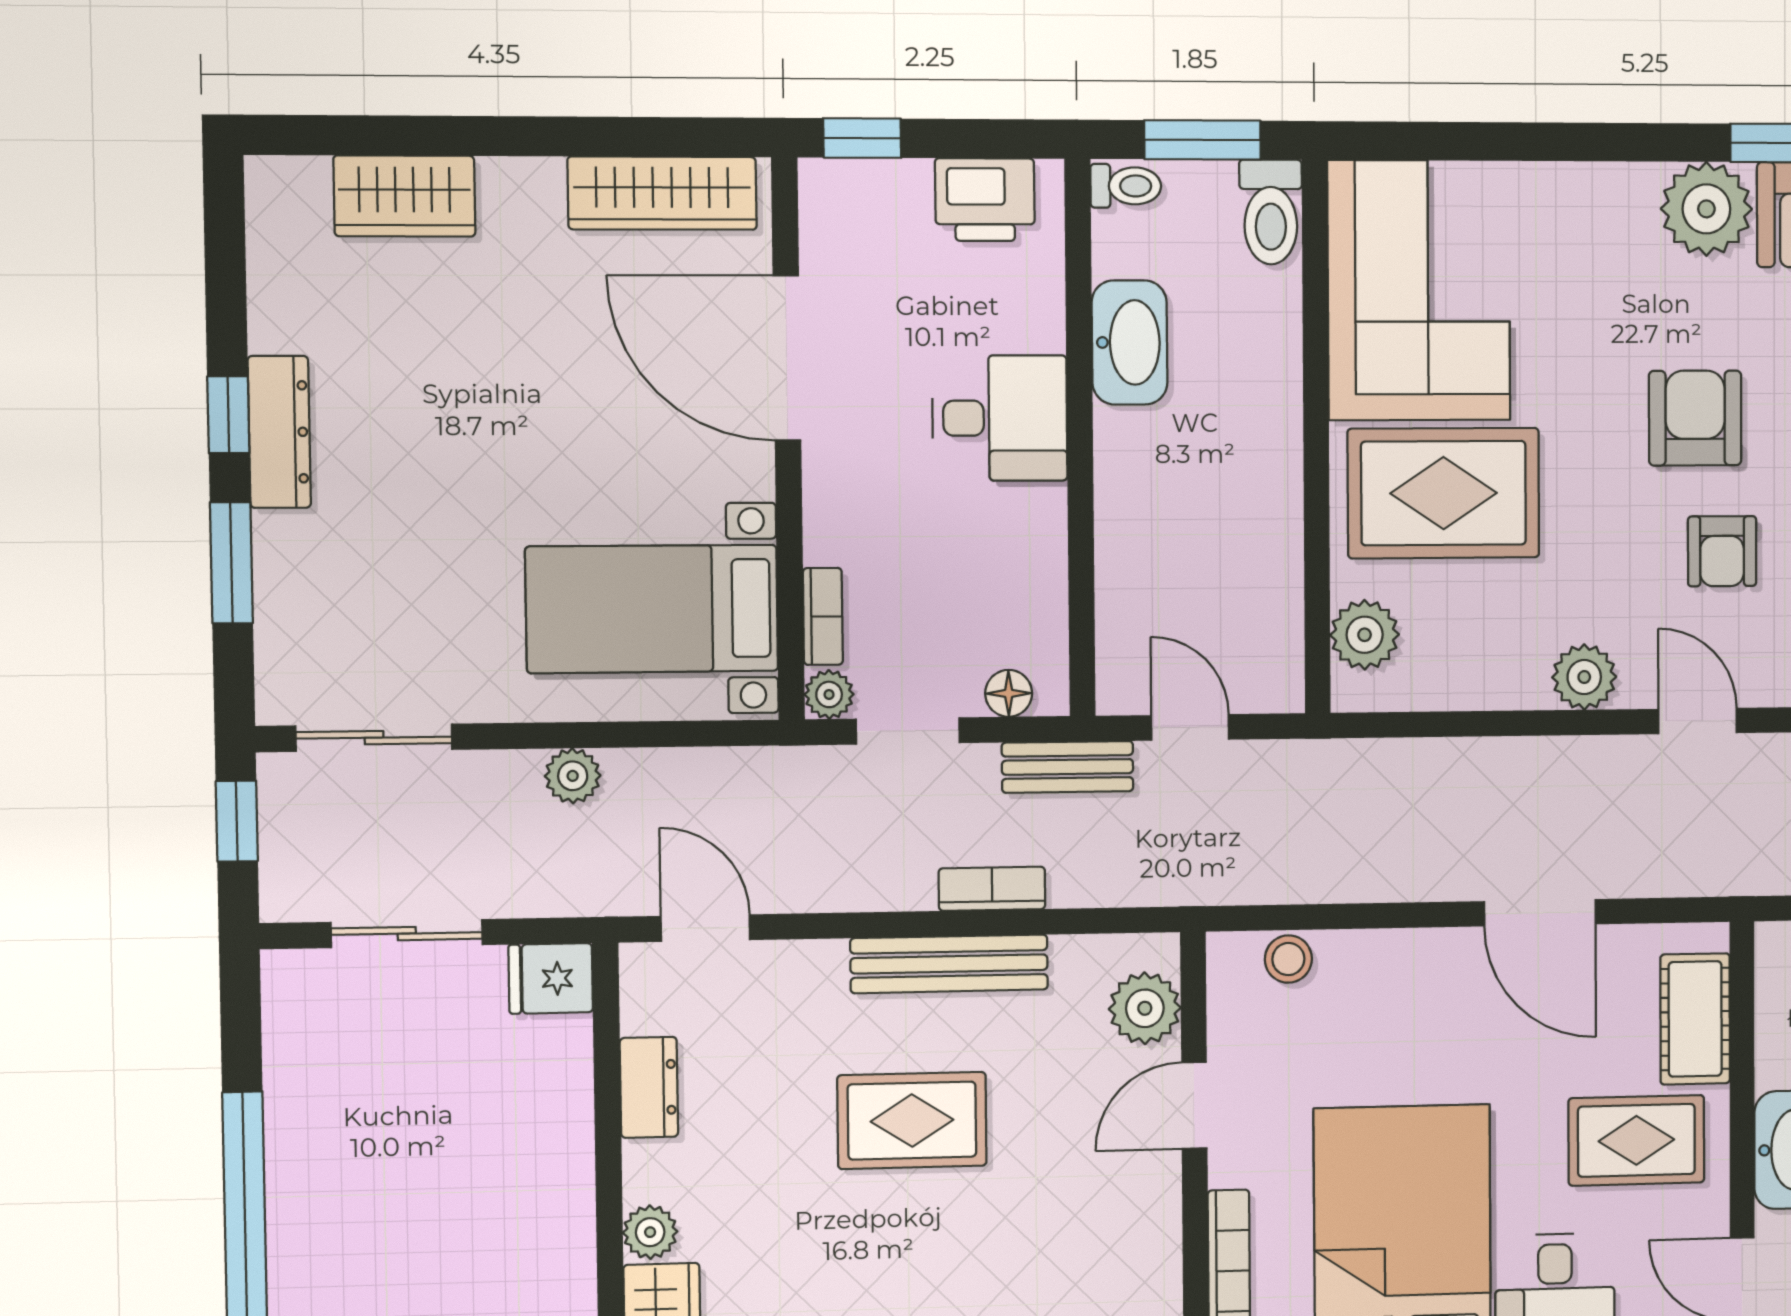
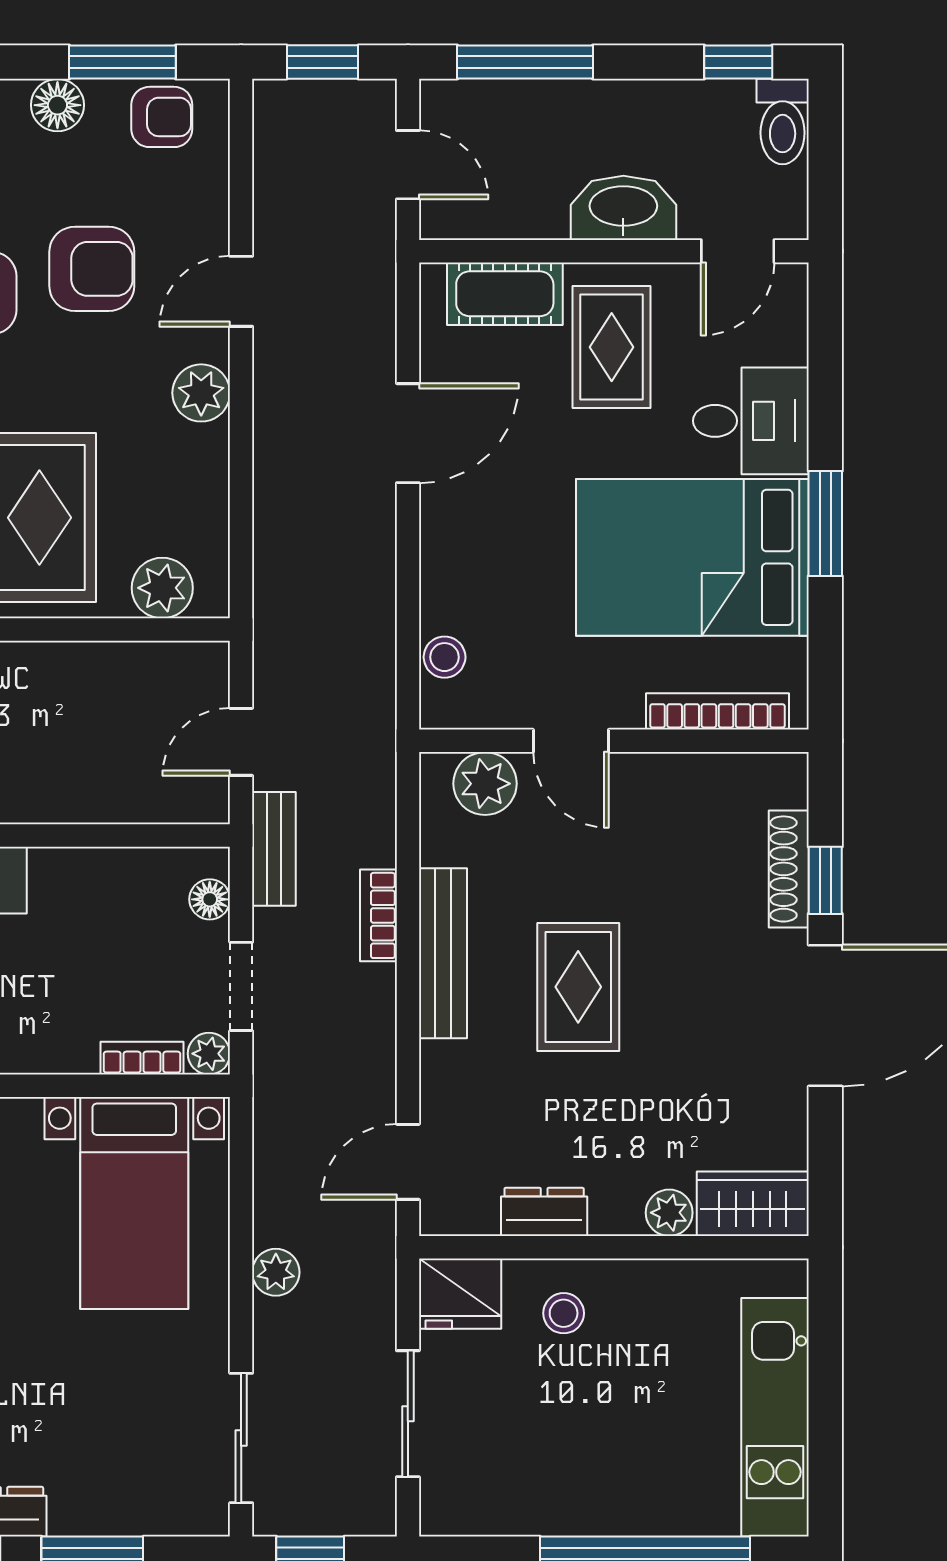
armchair: (1722, 551) -> (92, 269), width x1.38, depth x1.38
fridge: (551, 978) -> (460, 1294), width x1.38
stool: (530, 1113) -> (564, 1313), added

